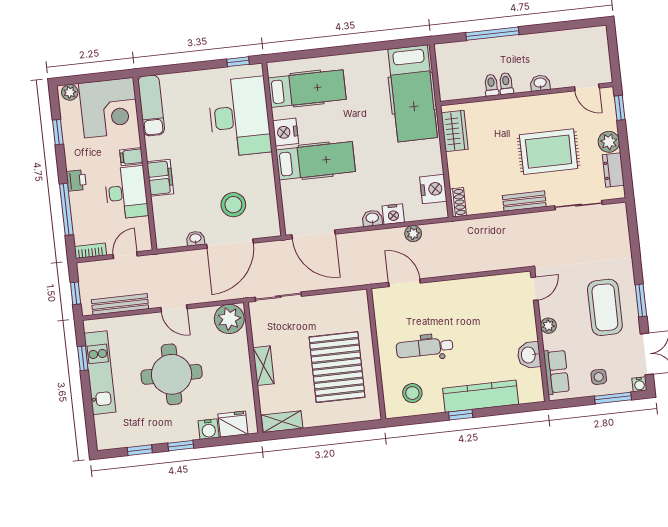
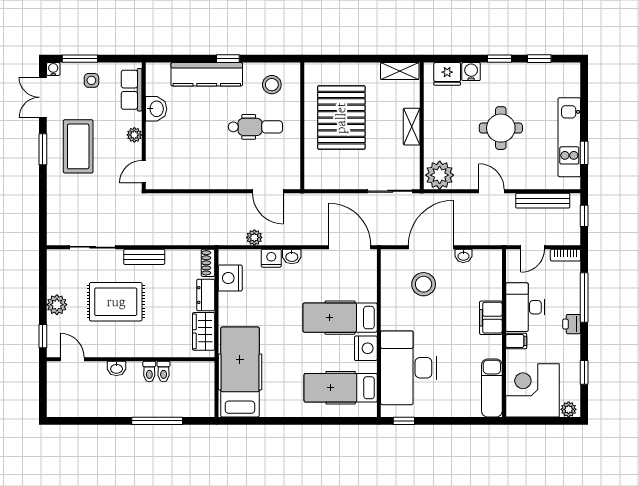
dresser: (613, 170) -> (206, 295), moved, turned 180
round table: (172, 374) -> (501, 128), width x0.73, depth x0.73

